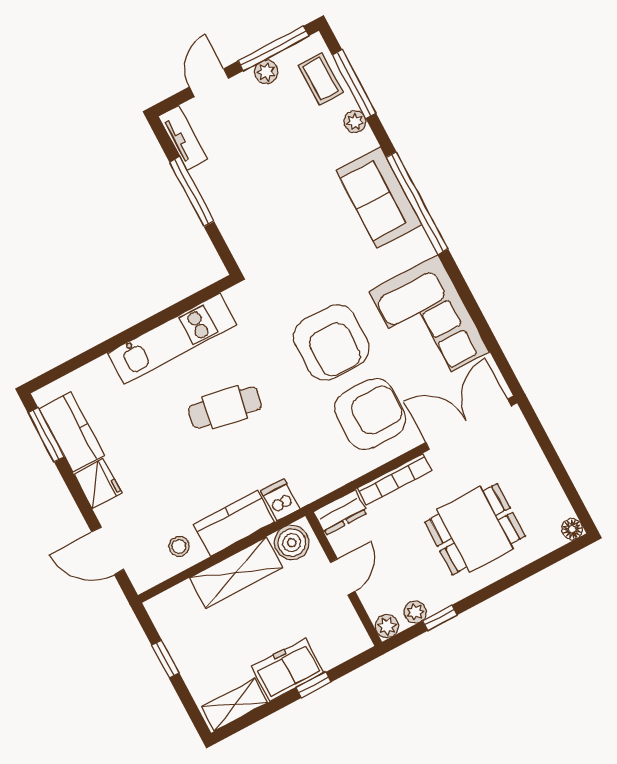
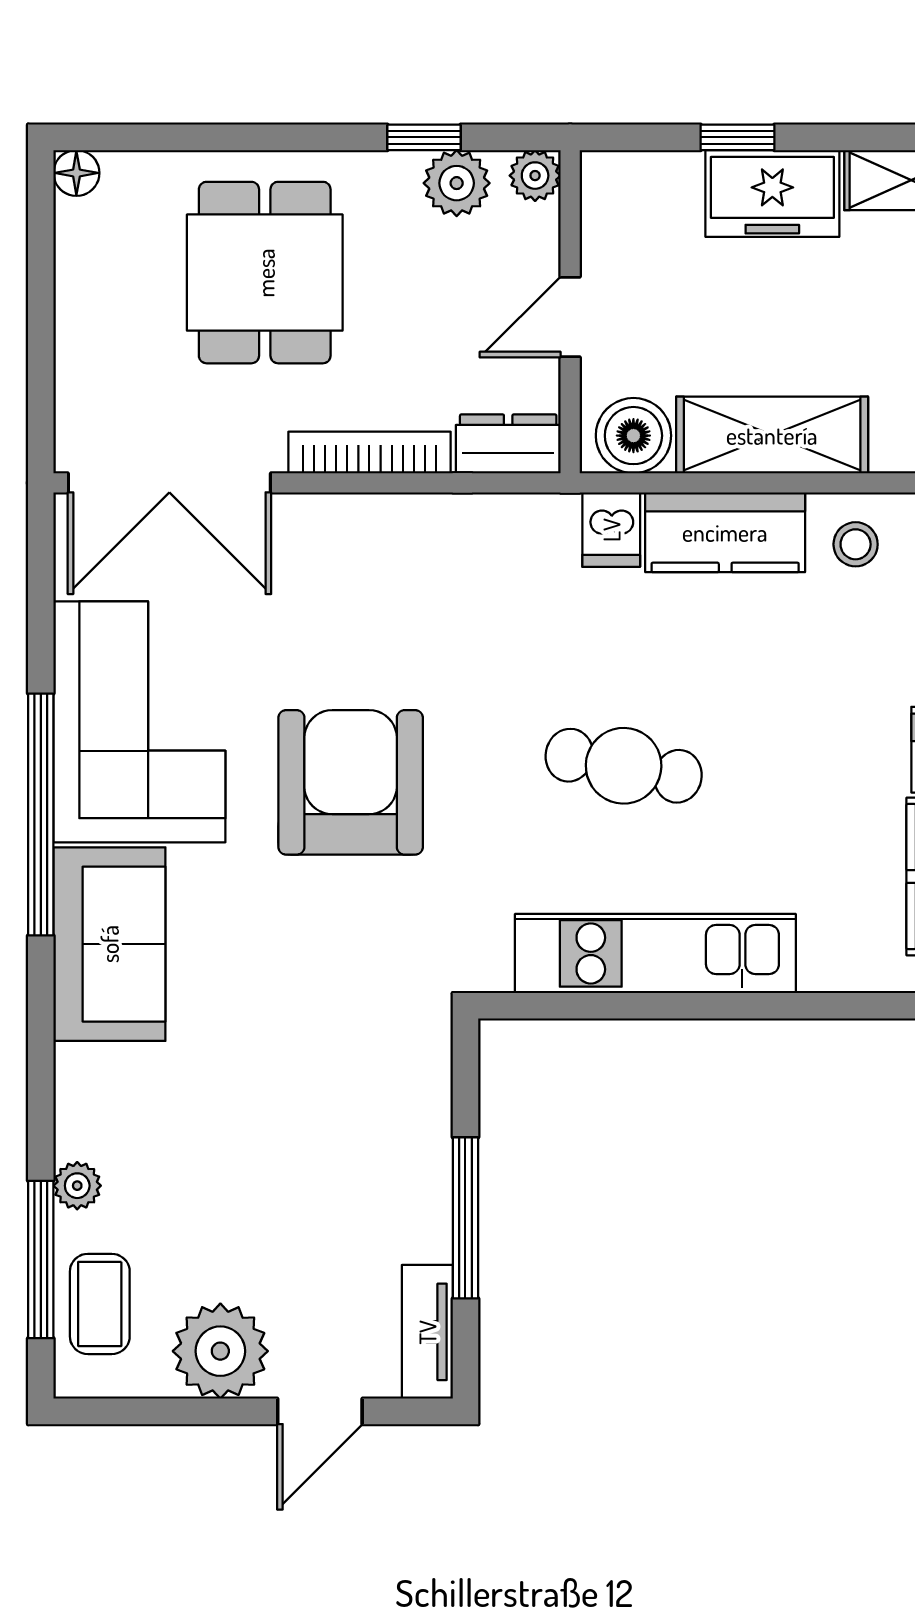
window: (273, 48) -> (160, 1411), removed
plant: (266, 72) -> (220, 1351), width x1.87, depth x1.87
sofa: (379, 198) -> (109, 944), moved
window: (417, 203) -> (41, 815), moved
armchair: (370, 414) -> (349, 604), removed
dining table: (475, 529) -> (265, 273), turned 90
plant: (415, 612) -> (457, 183), width x1.38, depth x1.38

